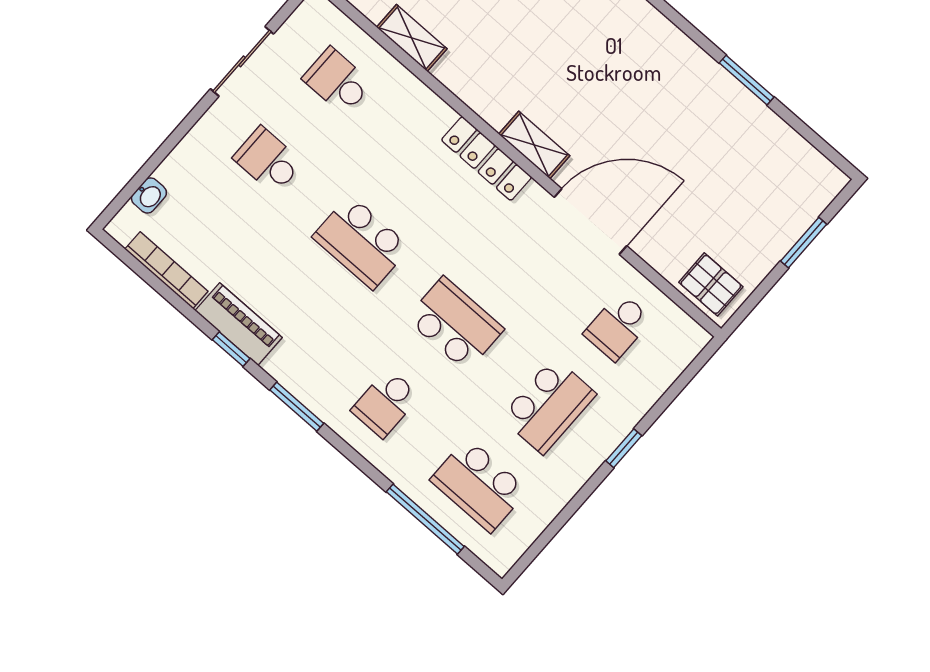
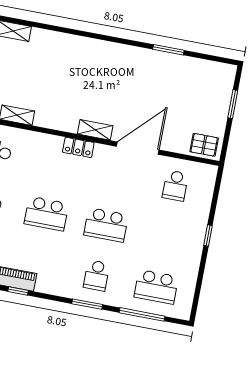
locker: (486, 159) -> (78, 147), width x0.66
school desk: (455, 324) -> (106, 225), turned 180
school desk: (548, 406) -> (166, 236), removed
window: (297, 407) -> (87, 304), moved

